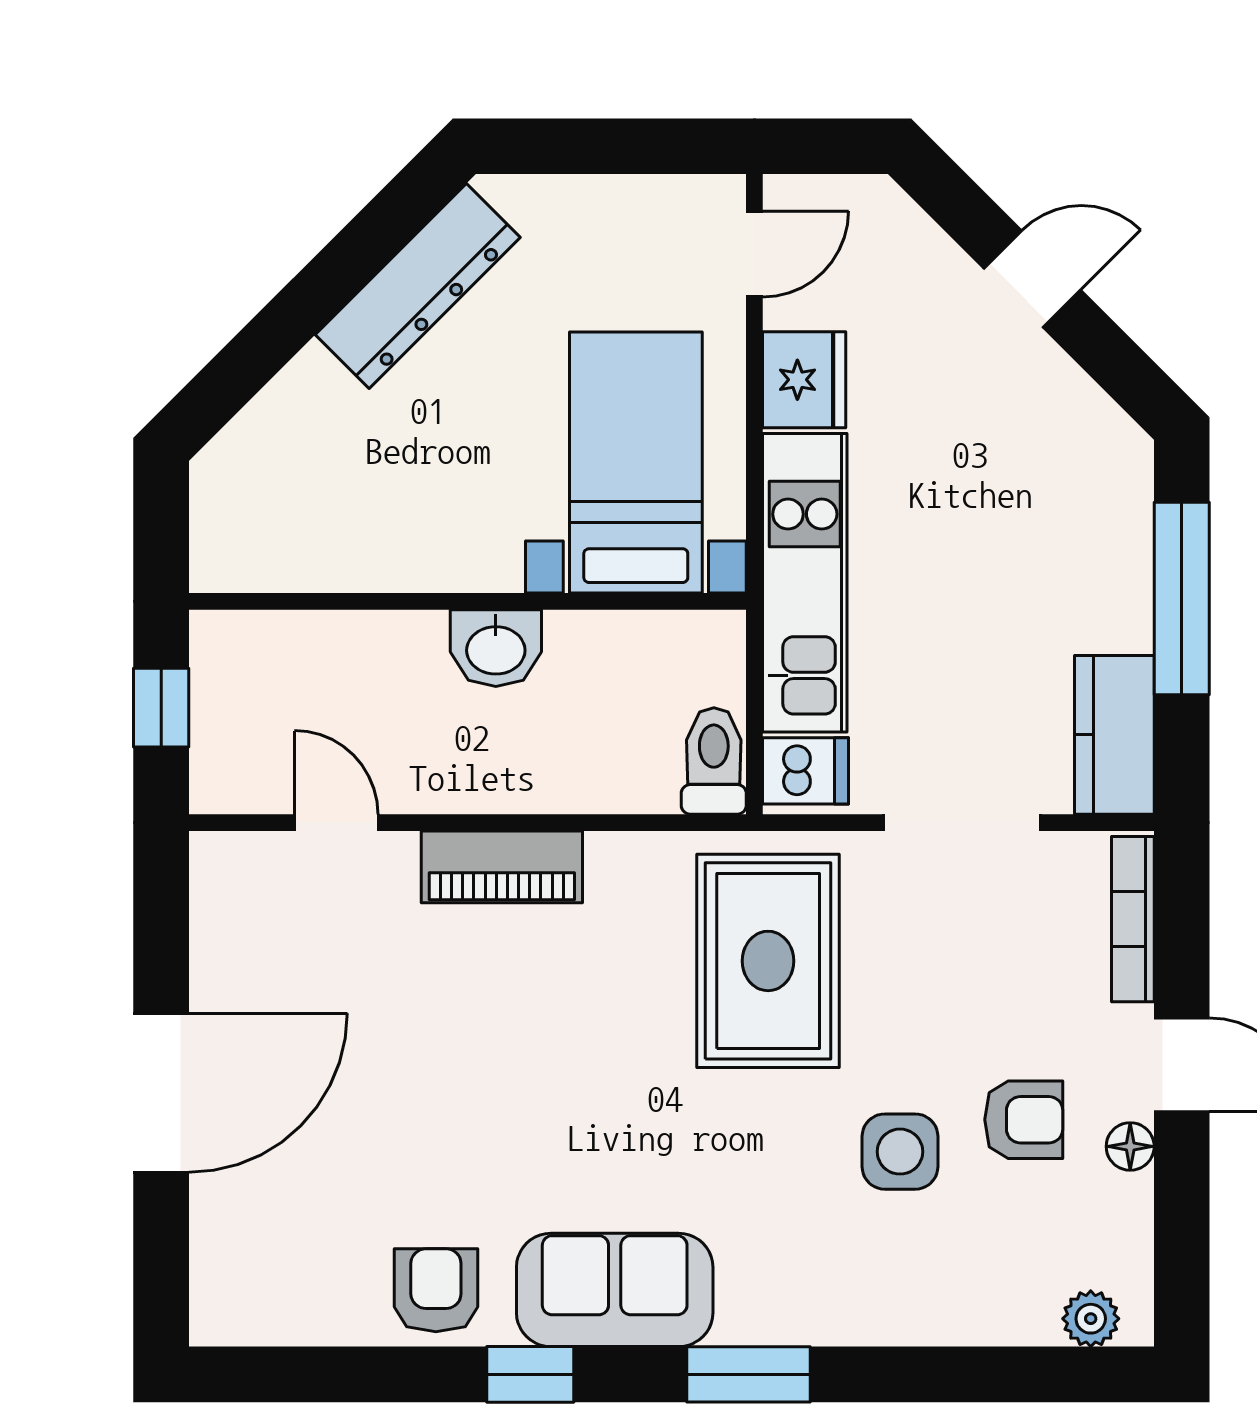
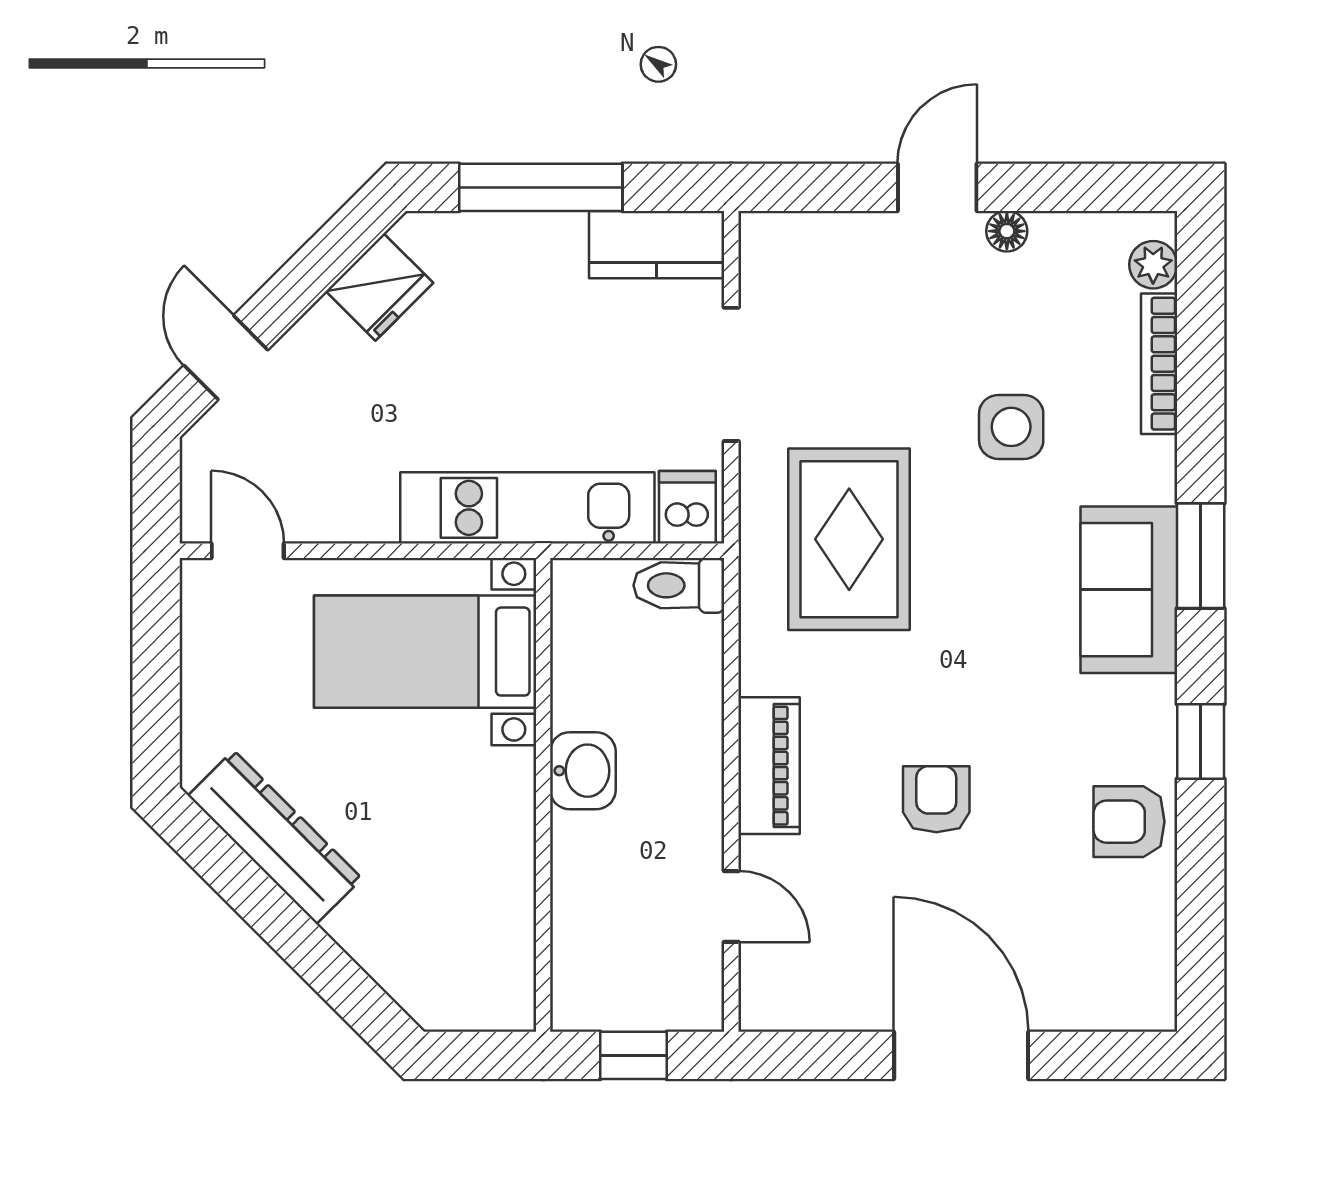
door: (1032, 279) -> (226, 358), moved
fridge: (804, 380) -> (379, 287), moved, turned 135
door: (336, 823) -> (731, 906), swing flipped
bookcase: (1133, 919) -> (1159, 364), moved, turned 90
rug: (768, 961) -> (849, 539), turned 90
armchair: (1024, 1120) -> (936, 799), moved
sofa: (615, 1290) -> (1129, 590), moved

